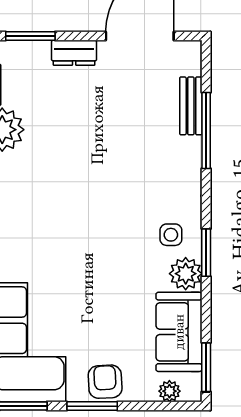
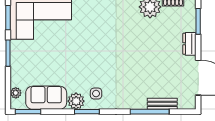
armchair: (105, 382) -> (21, 60), removed

